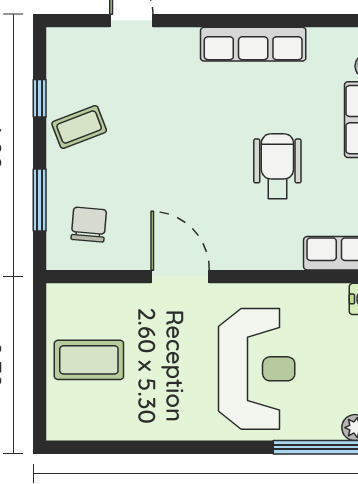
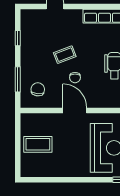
coffee table: (79, 127) -> (65, 55), moved
chair: (181, 196) -> (75, 78), added

